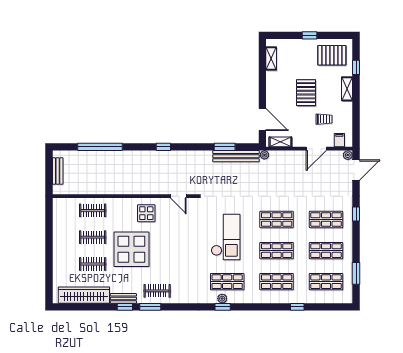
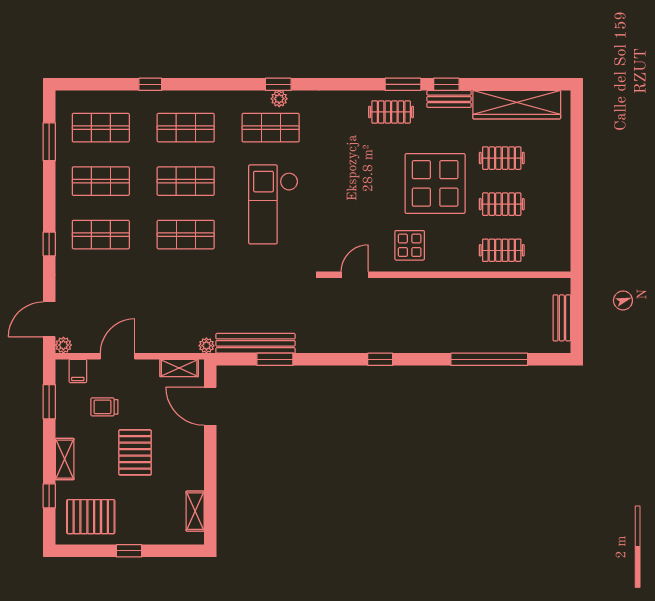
window: (356, 122) -> (49, 402), added
door: (178, 196) -> (355, 275), hinge flipped

